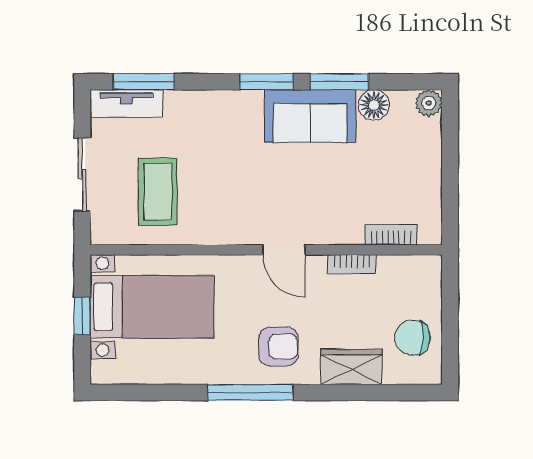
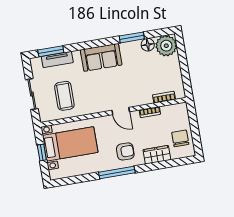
window: (267, 82) -> (102, 43), removed
tv unit: (126, 103) -> (57, 59), moved
plant: (429, 103) -> (166, 46), width x1.88, depth x1.88
sofa: (310, 116) -> (101, 57), moved
chair: (413, 338) -> (180, 138), turned 90

